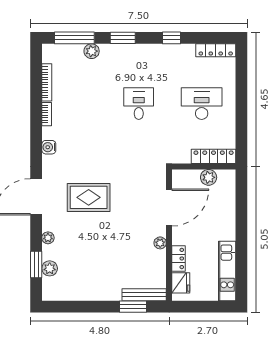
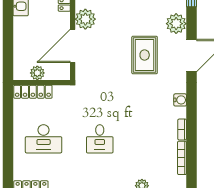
rug: (89, 197) -> (145, 55), turned 90
plant: (48, 238) -> (176, 24), width x1.87, depth x1.87
plant: (160, 243) -> (85, 19), width x1.87, depth x1.87

